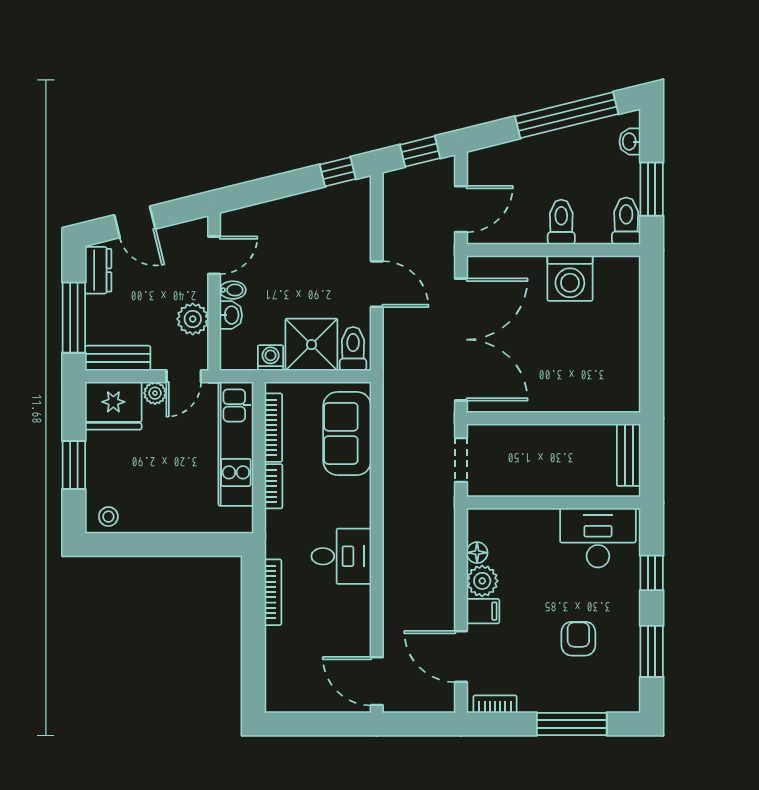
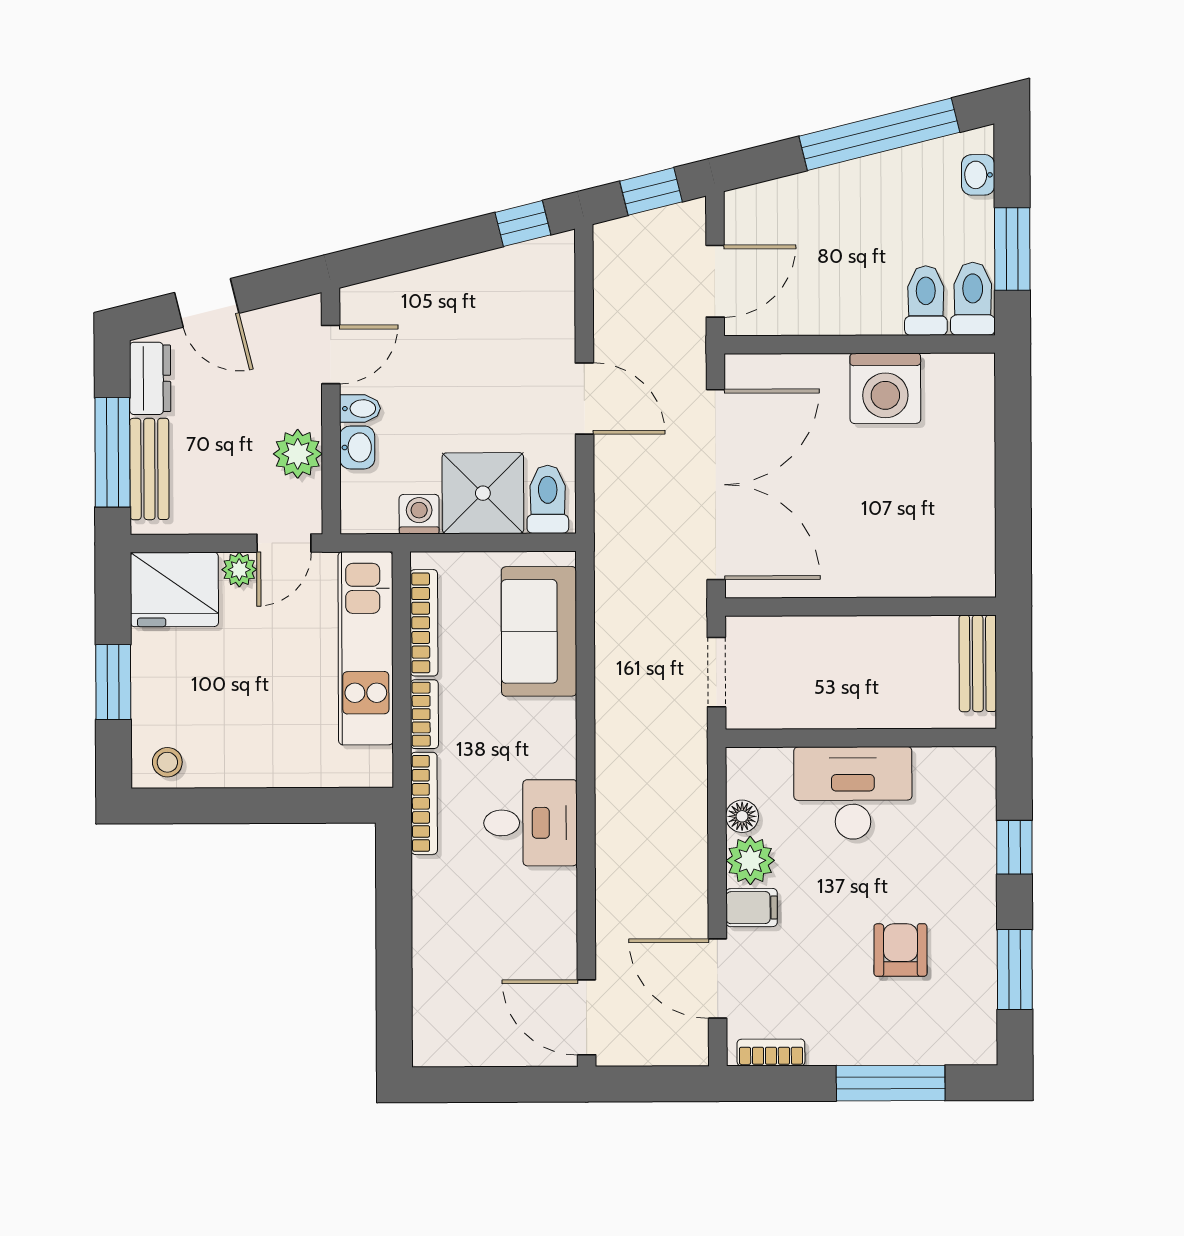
toilet: (561, 222) -> (926, 301), moved
bench: (118, 358) -> (149, 469), moved, turned 90
desk: (598, 538) -> (853, 793), moved
bookcase: (273, 592) -> (424, 803), moved

